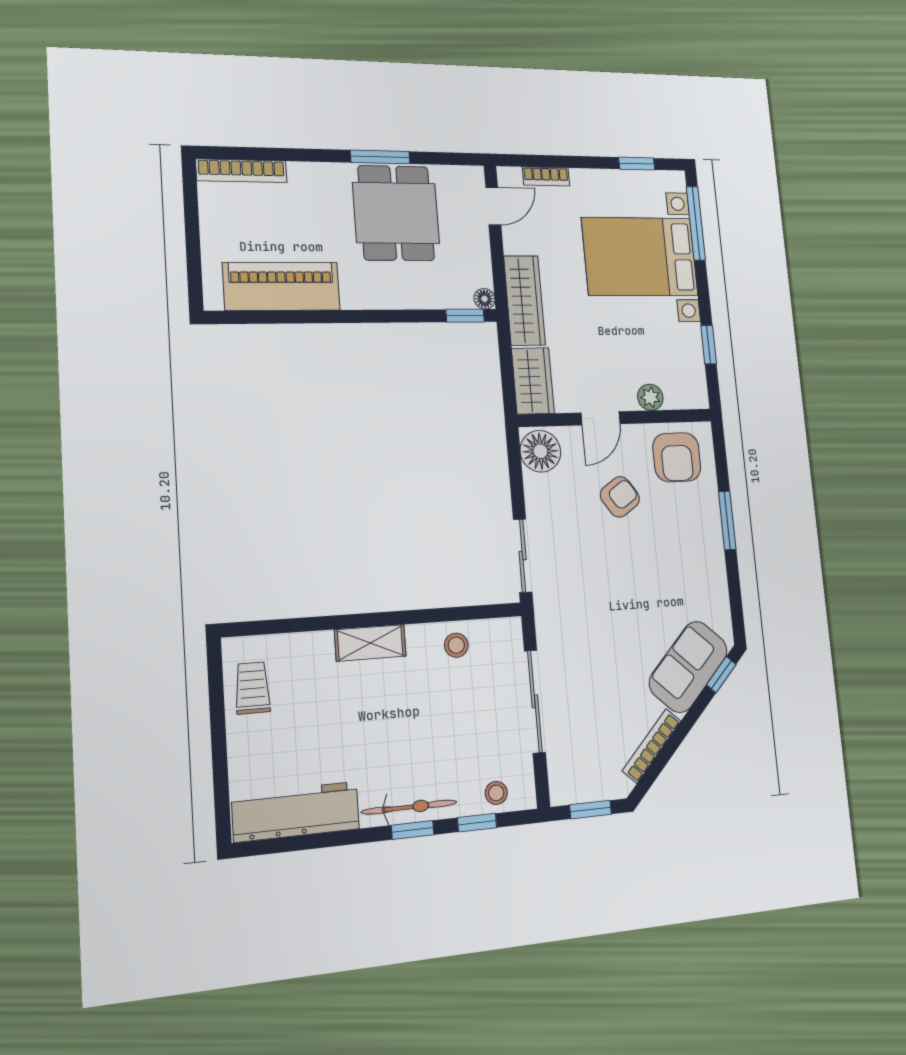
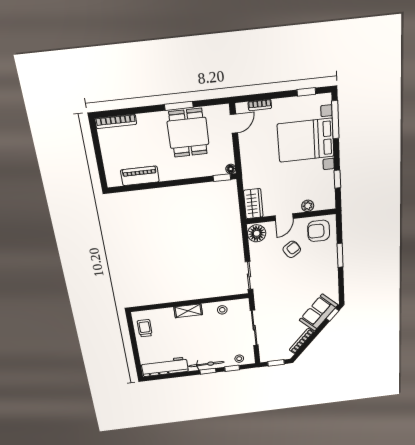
piano: (282, 286) -> (140, 176), width x0.73, depth x0.75
wardrobe: (524, 300) -> (249, 168), removed
armchair: (677, 457) -> (319, 231), turned 90

